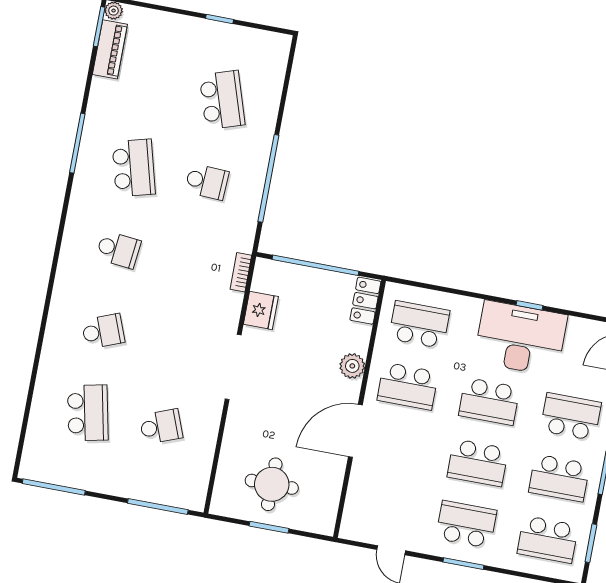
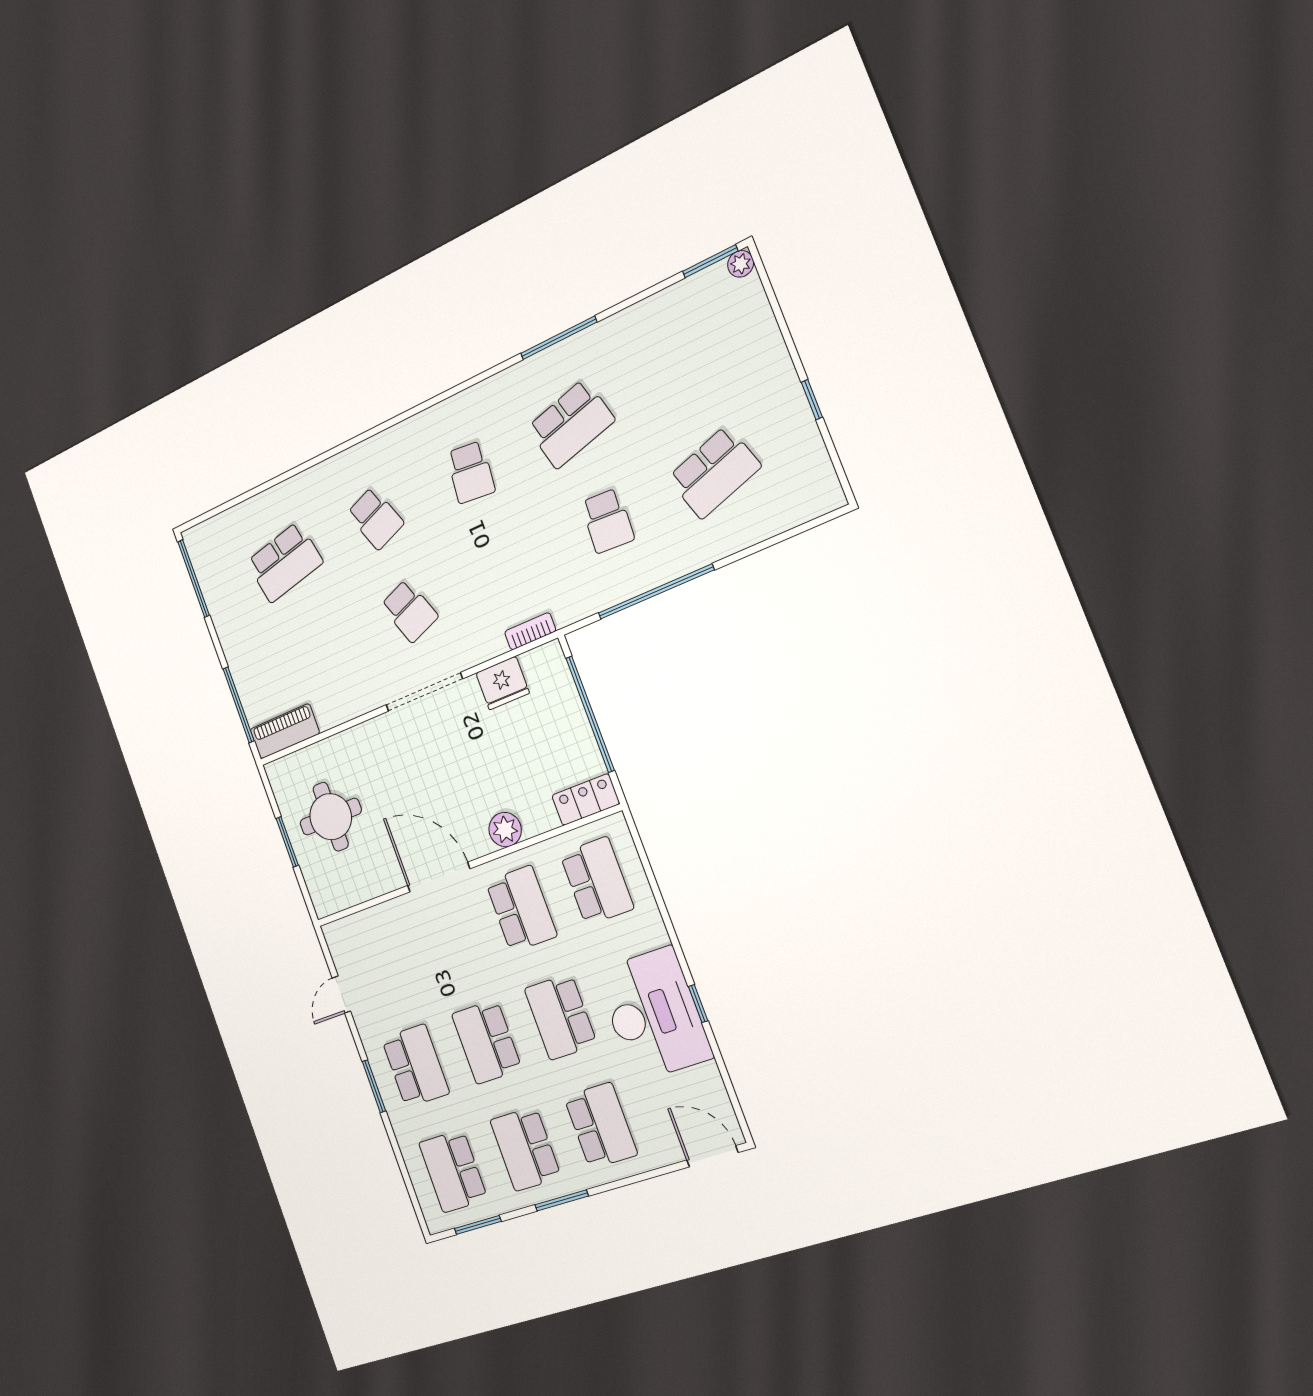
piano: (110, 49) -> (285, 731), moved, turned 180
school desk: (408, 386) -> (521, 909), turned 180
school desk: (161, 427) -> (409, 611), moved

